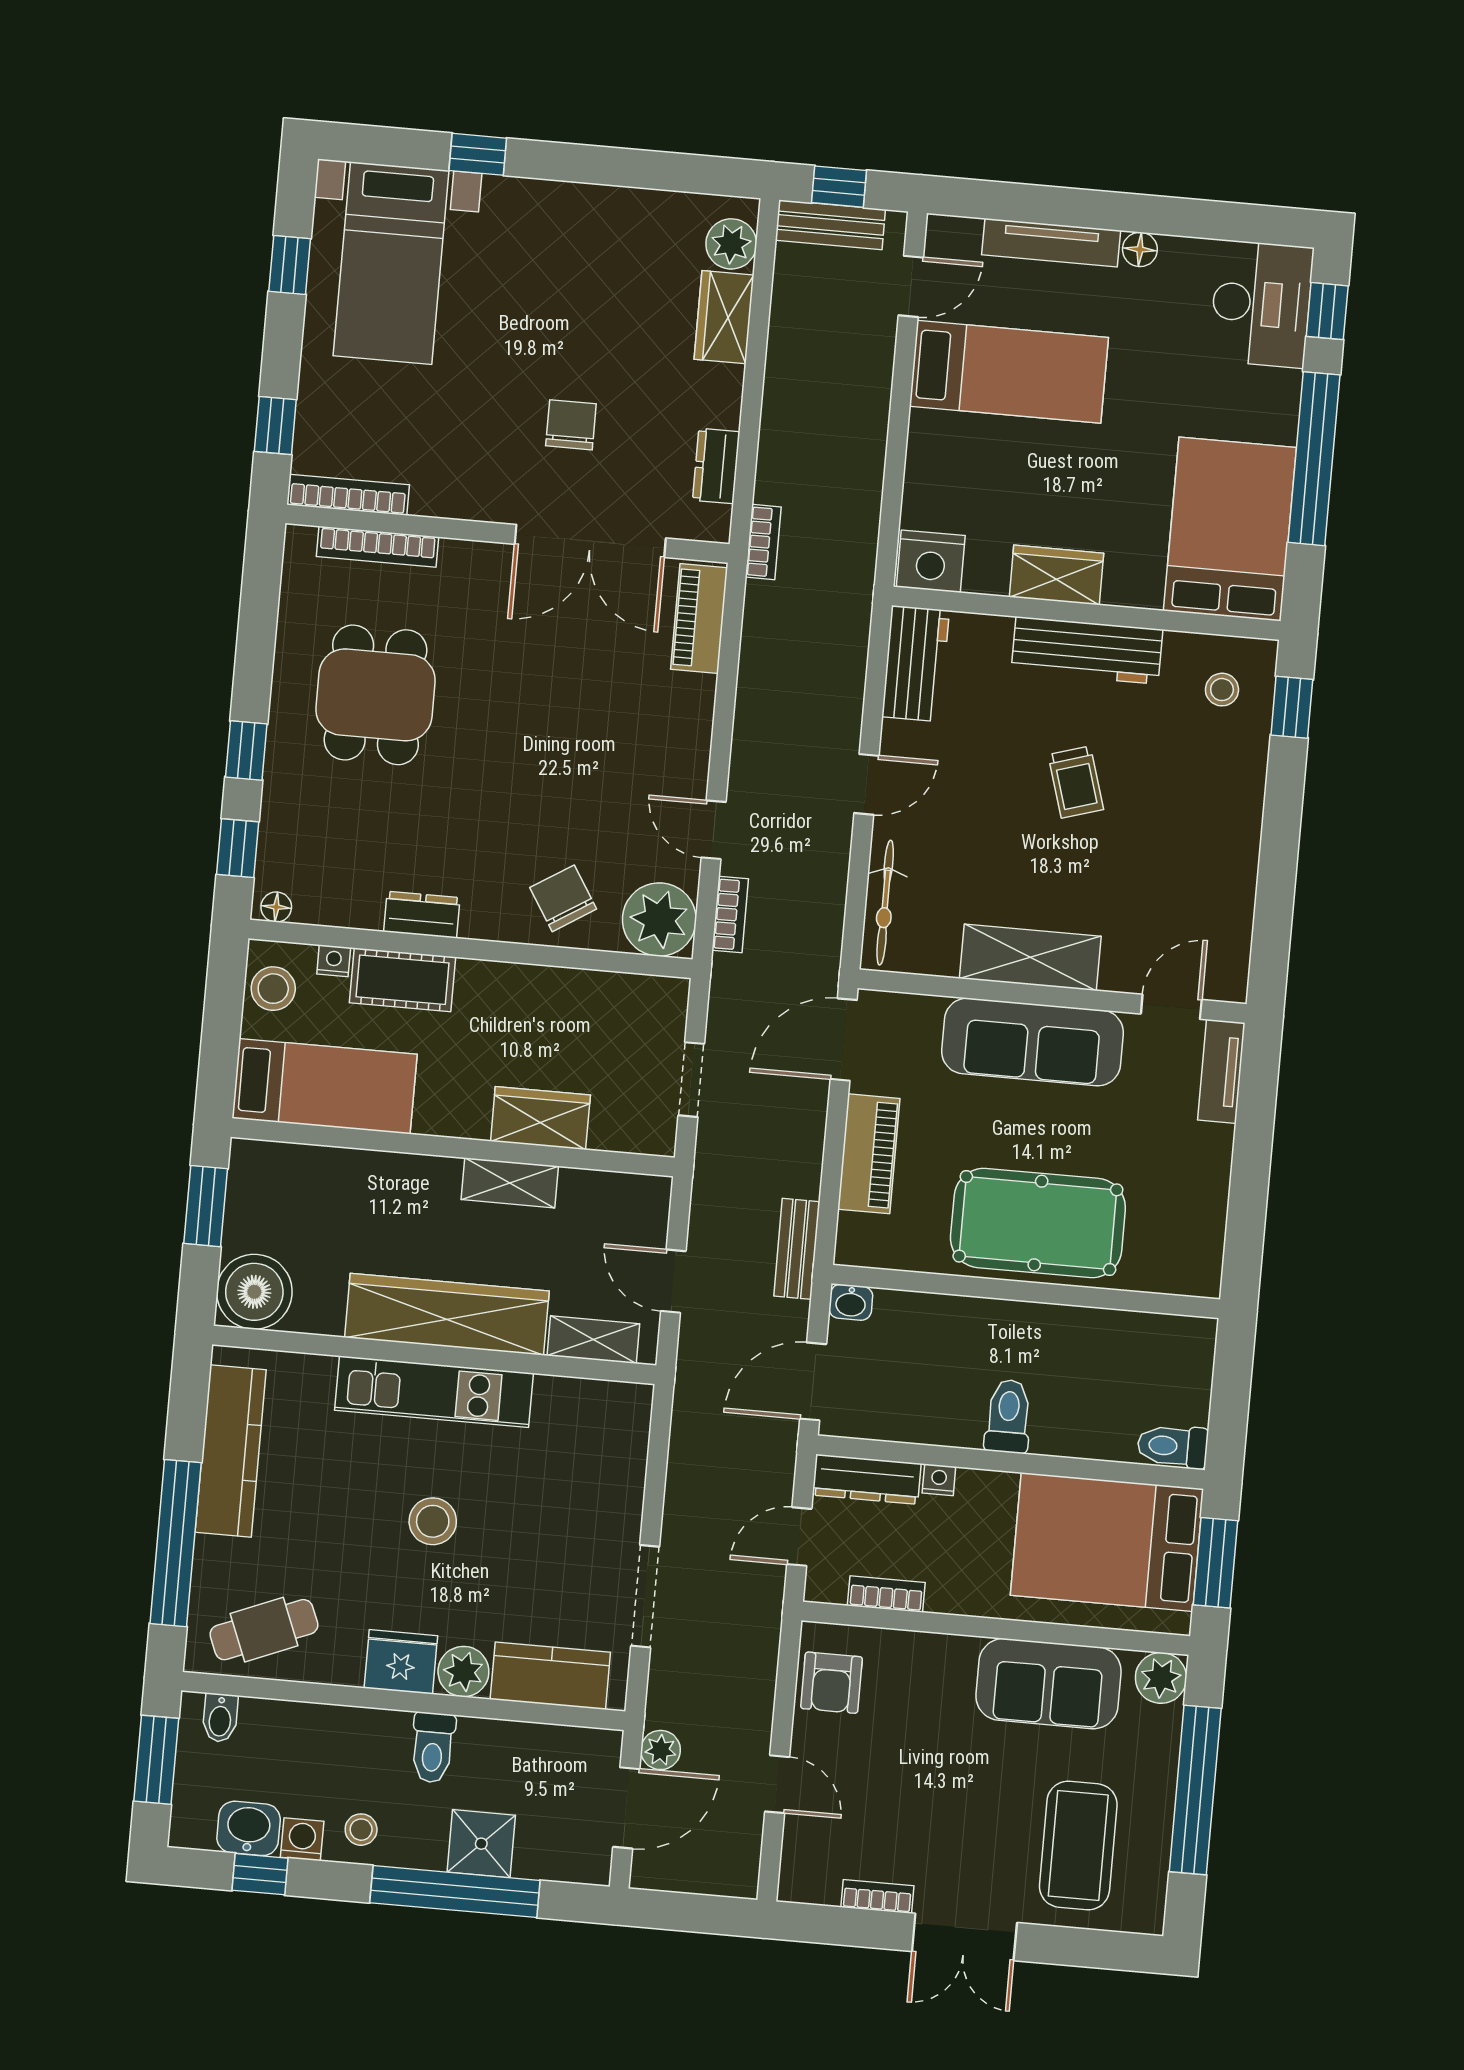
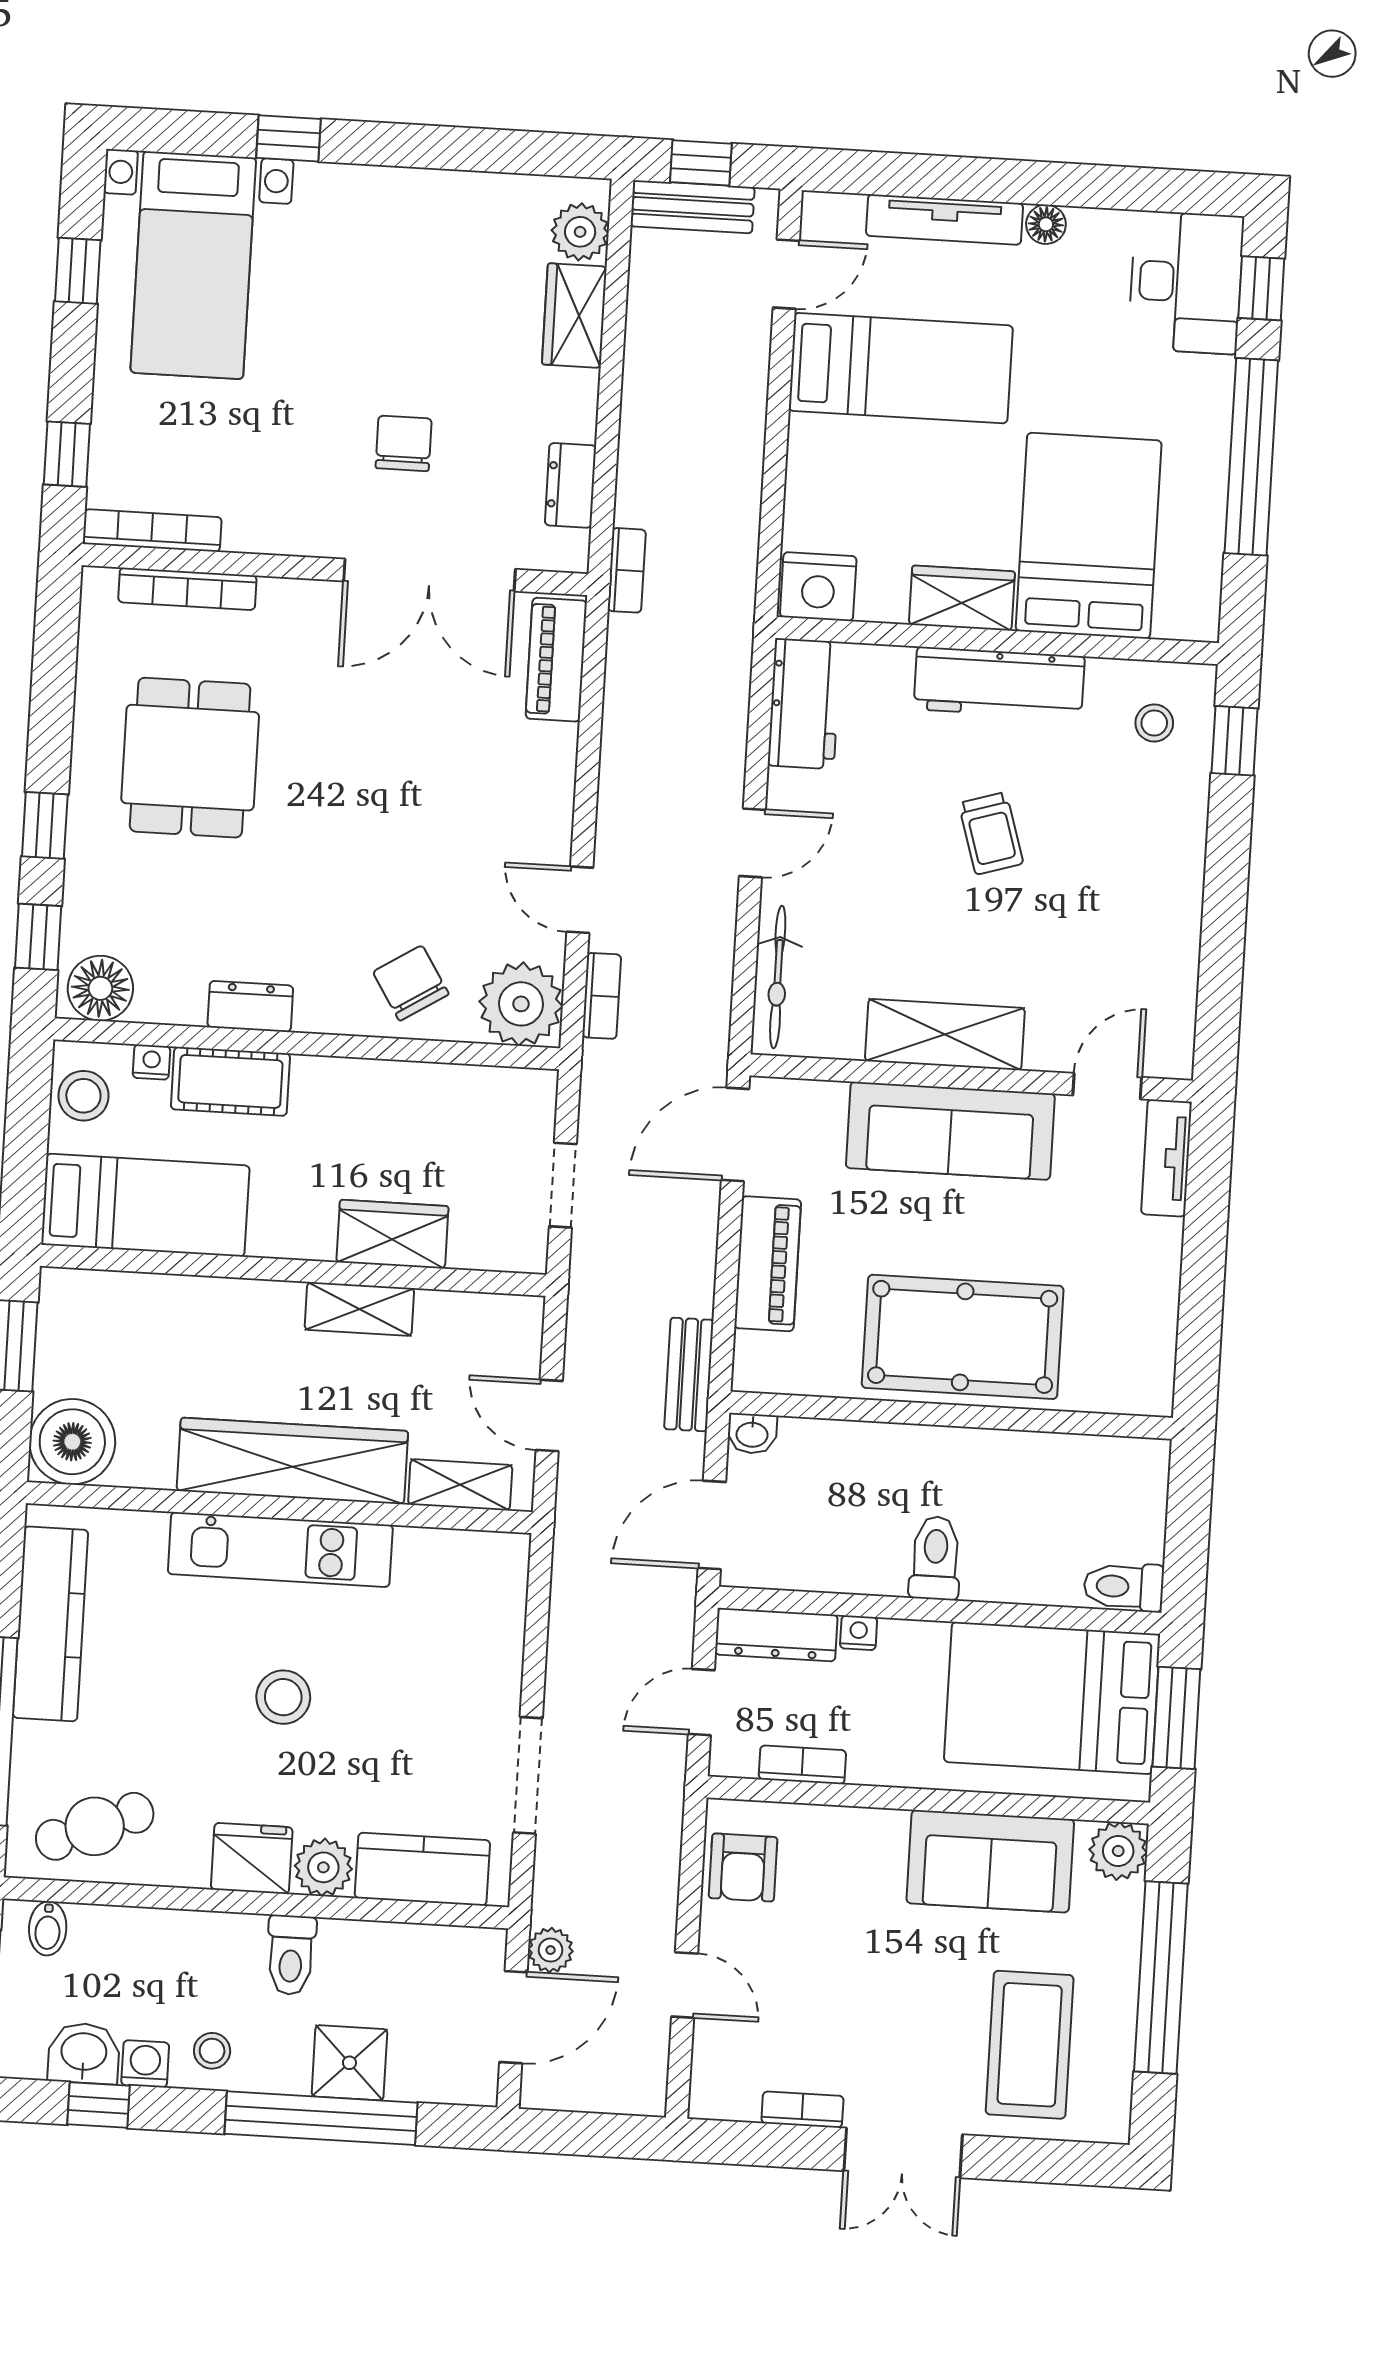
bed: (1230, 529) -> (1089, 536), moved
floor lamp: (276, 907) -> (100, 988), width x1.89, depth x1.89

